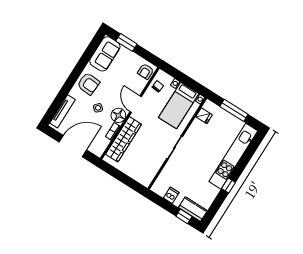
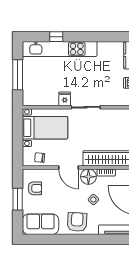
window: (126, 42) -> (18, 199), moved
armchair: (146, 71) -> (35, 188), moved
door: (136, 104) -> (68, 168), hinge flipped
fridge: (204, 116) -> (65, 99), moved
window: (228, 186) -> (56, 37), moved

